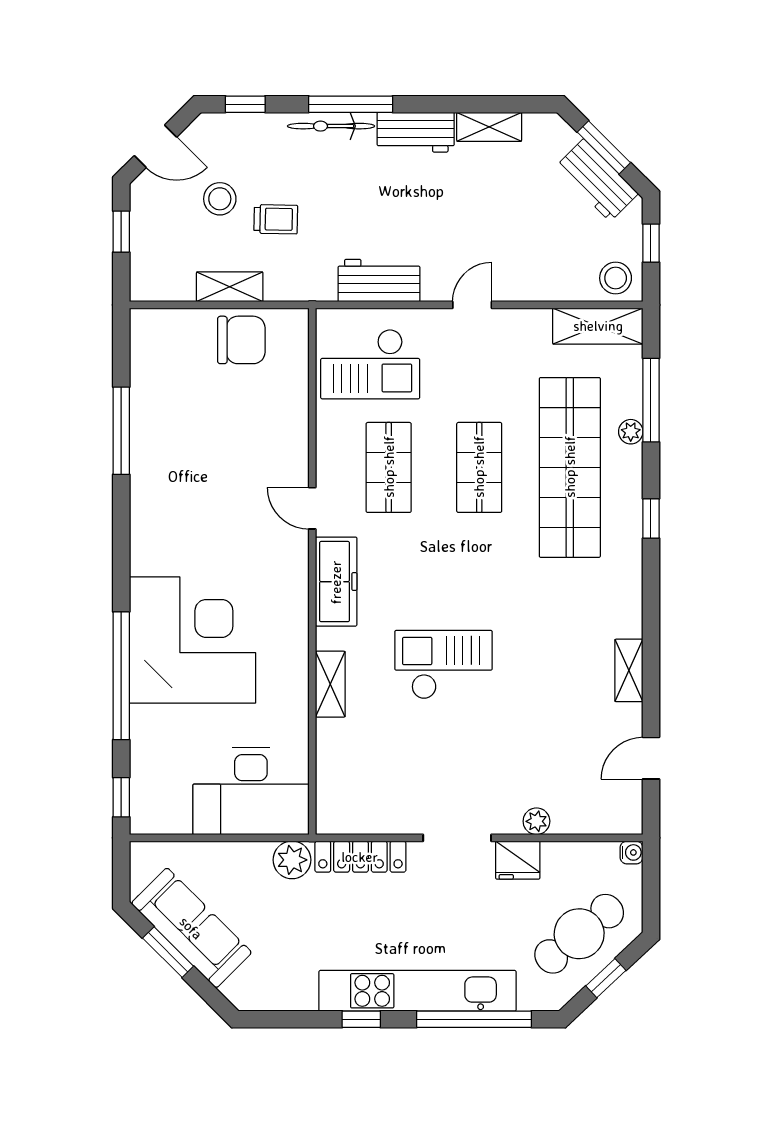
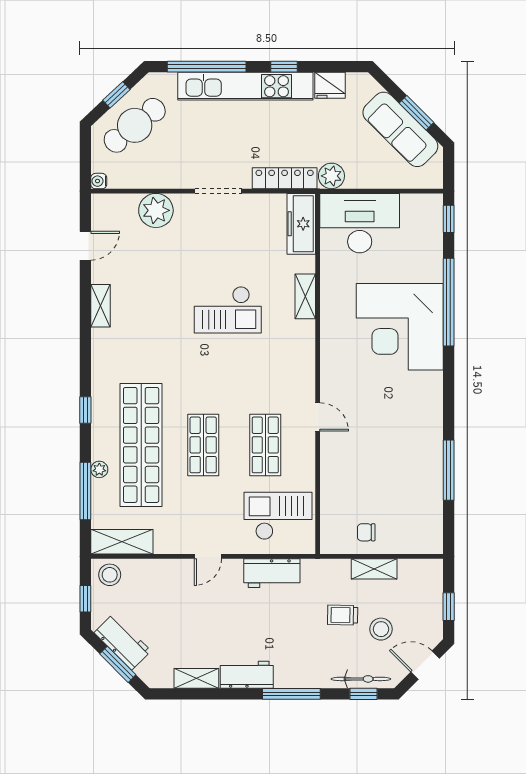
bicycle: (331, 126) -> (361, 679), moved
chair: (241, 340) -> (366, 532), width x0.54, depth x0.54
freezer: (336, 582) -> (301, 224), moved
plant: (536, 821) -> (156, 210), width x1.88, depth x1.88
fridge: (518, 860) -> (330, 85), moved, turned 180

